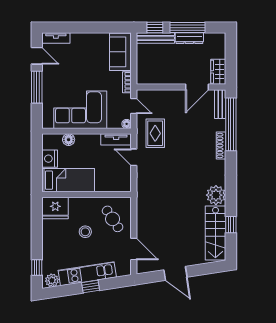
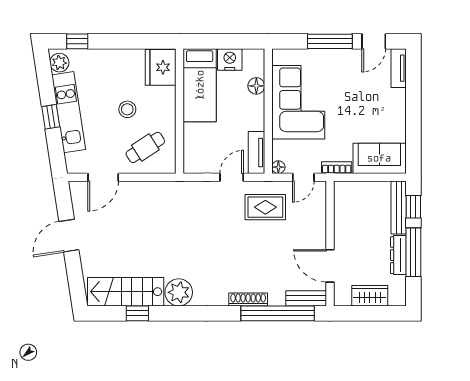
wardrobe: (218, 72) -> (370, 296), moved

